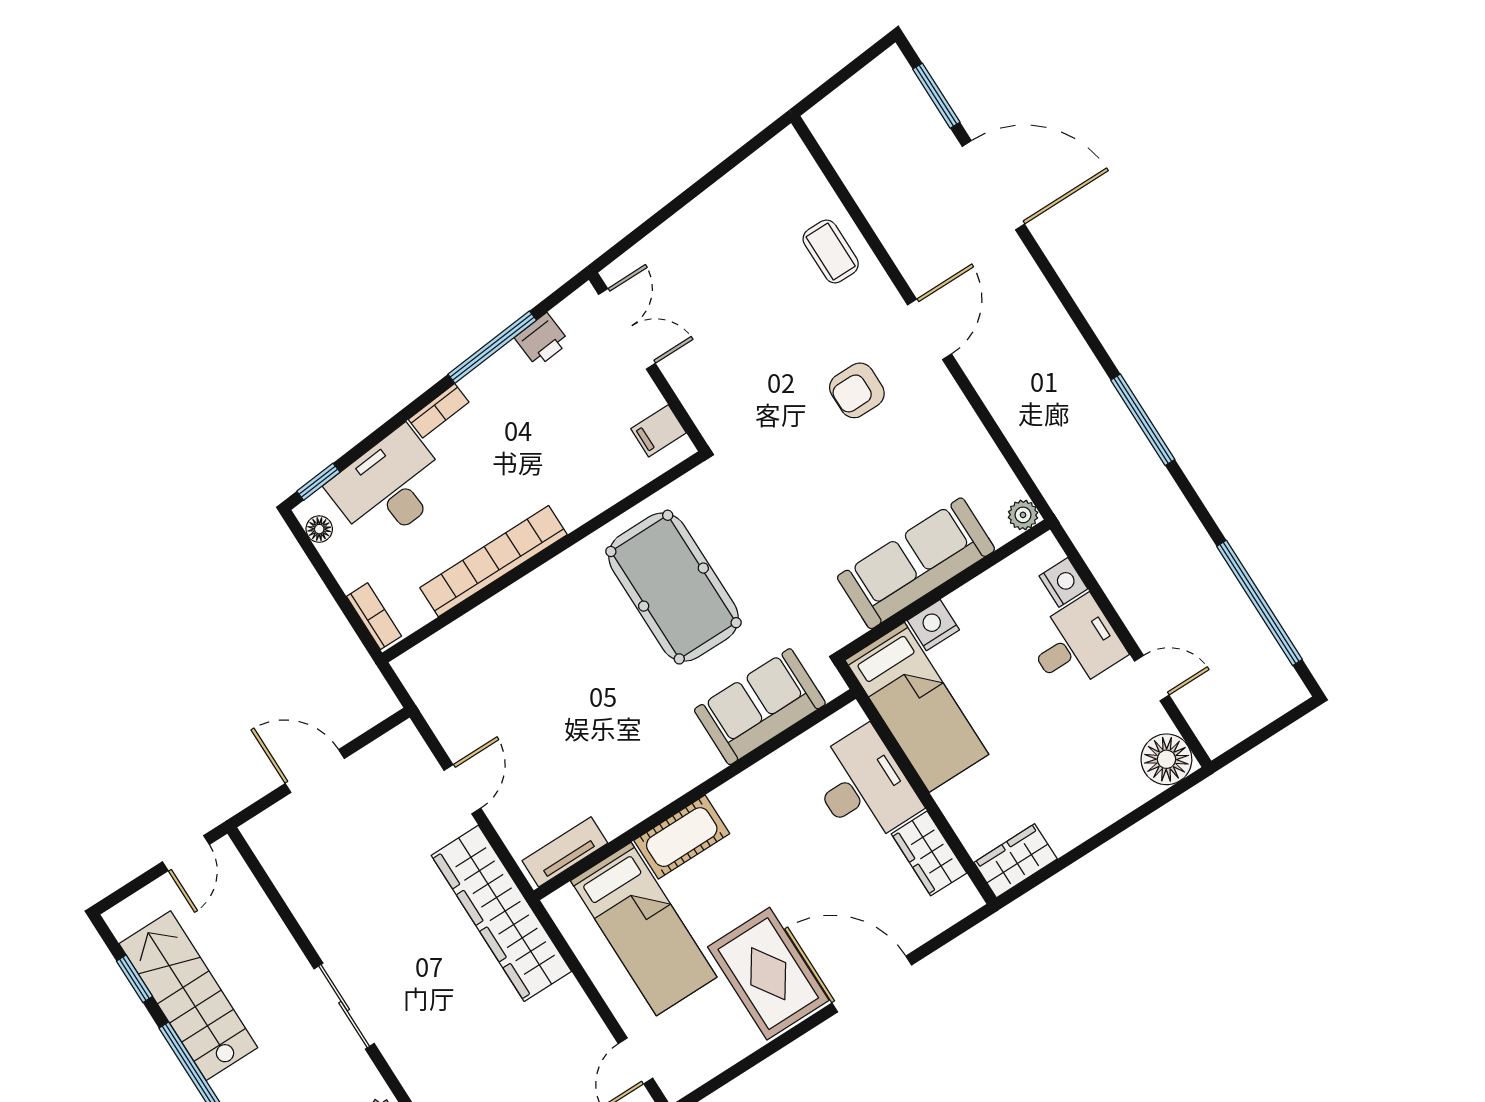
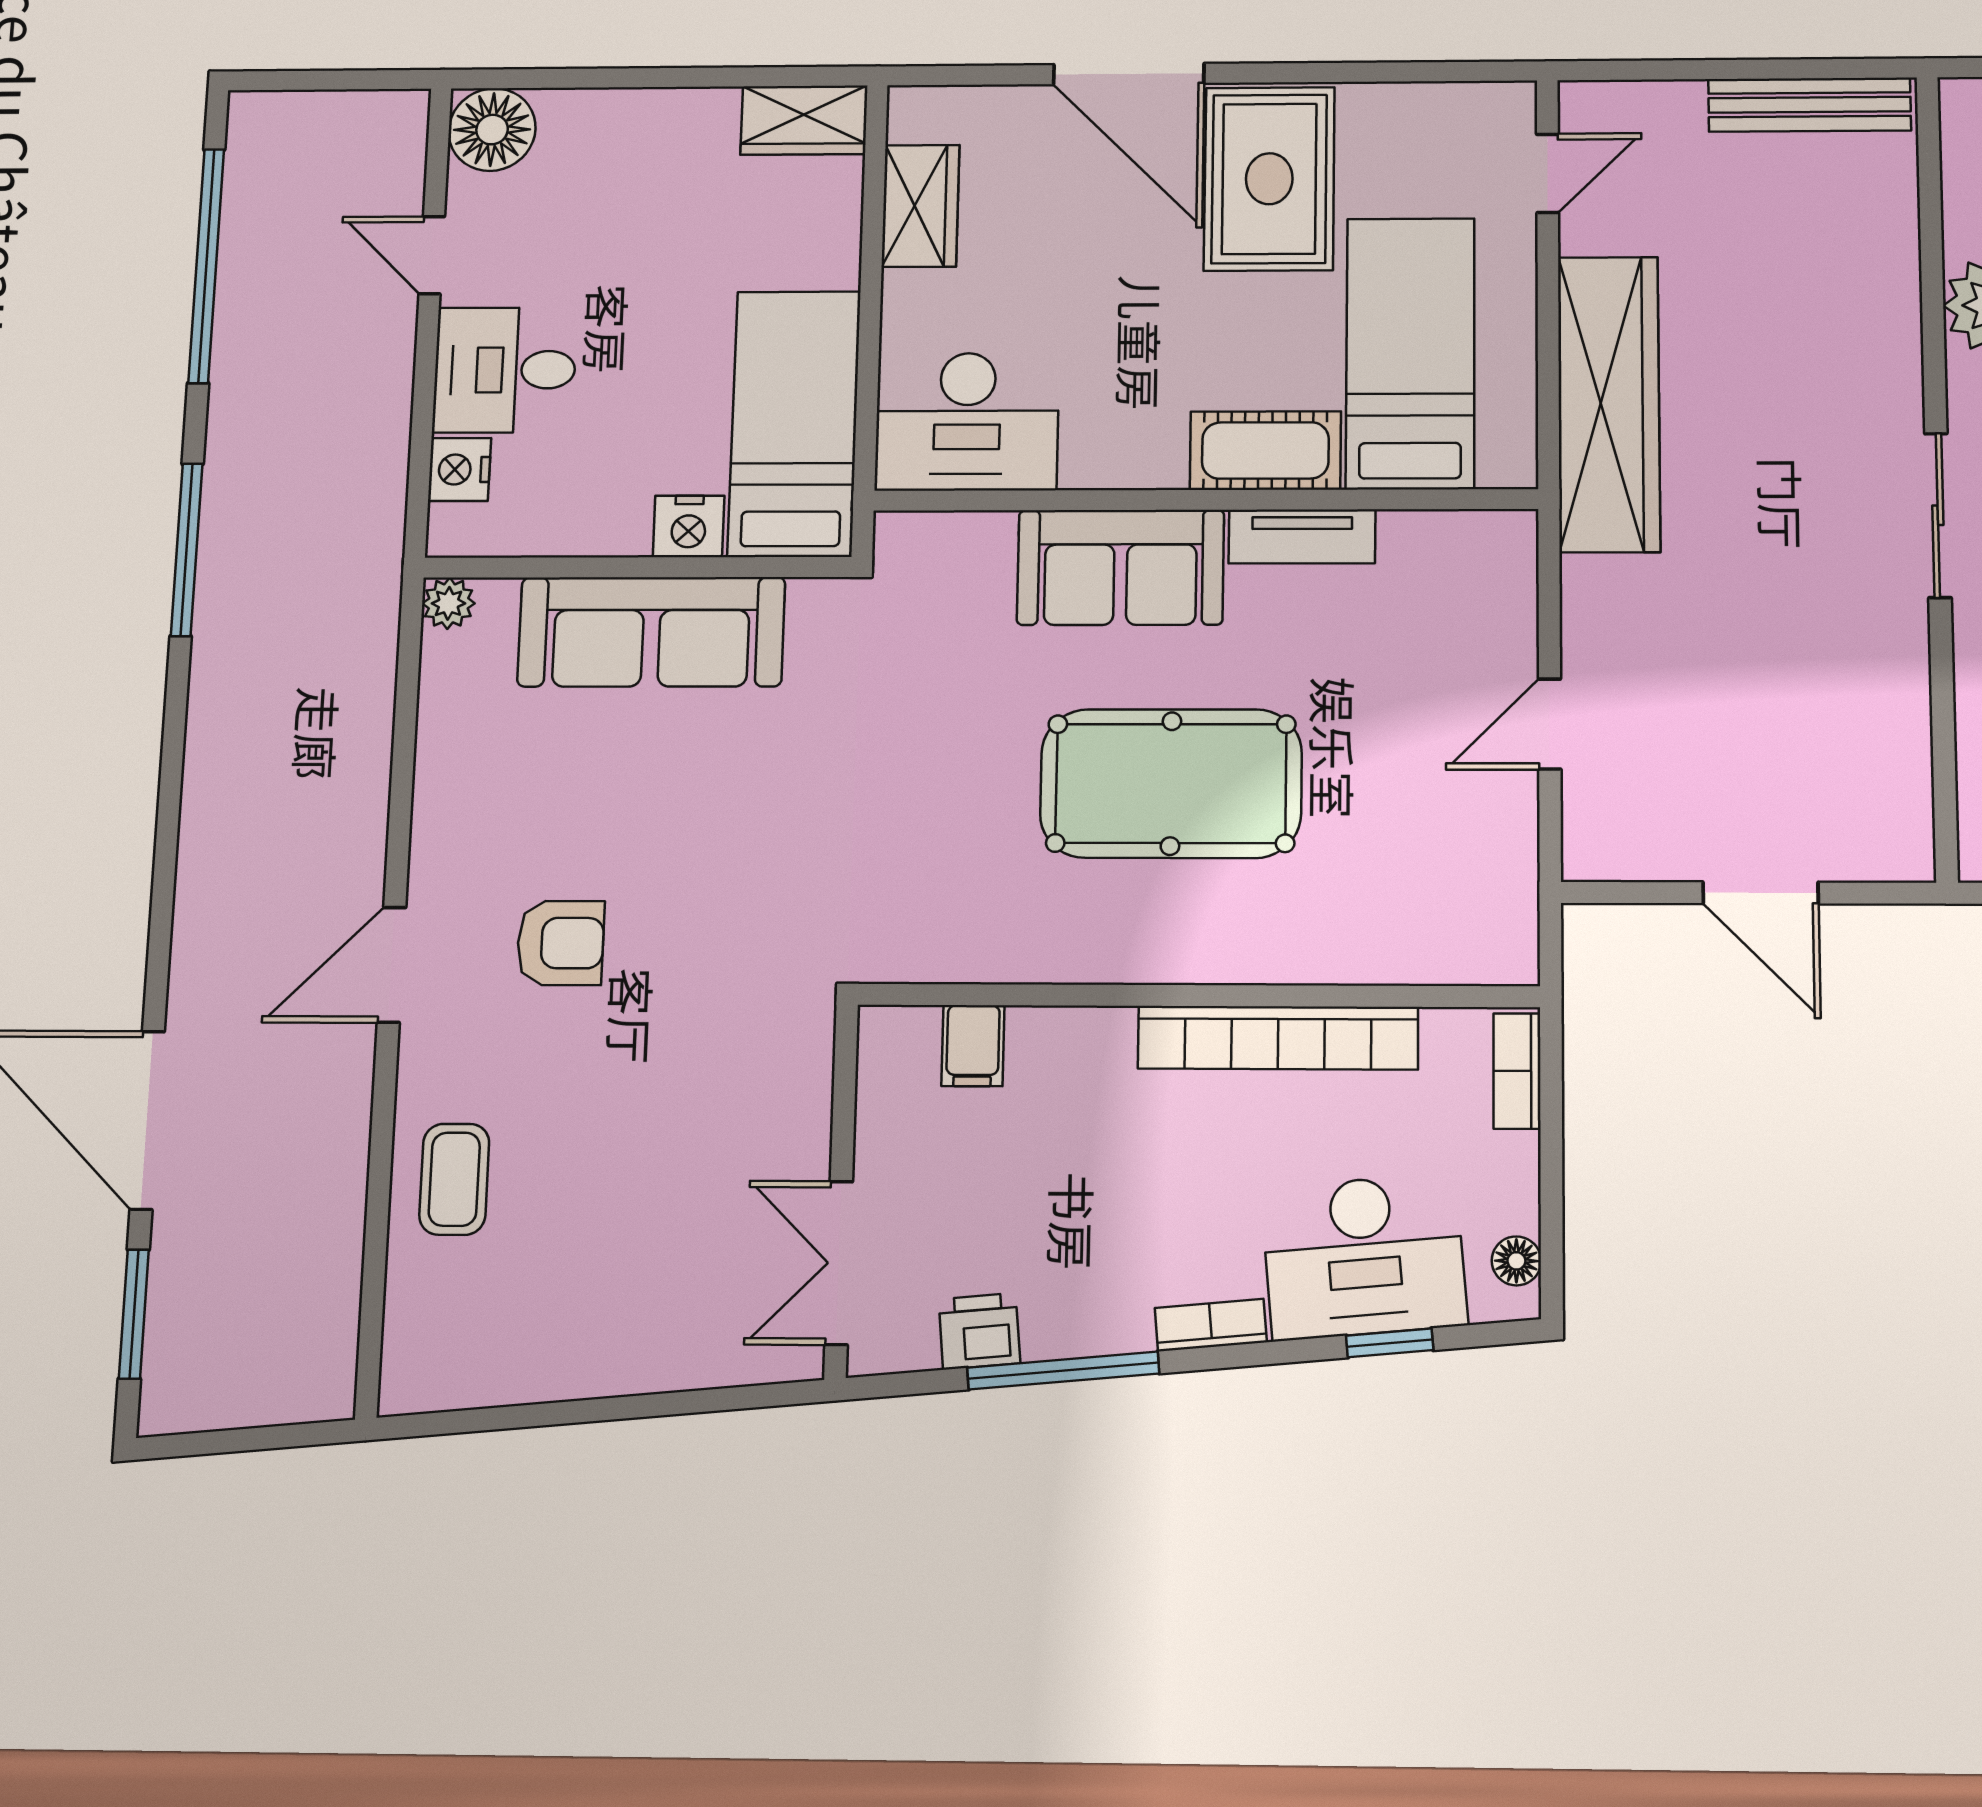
window: (1143, 420) -> (187, 550), moved
filing cabinet: (658, 431) -> (973, 1046), moved, turned 90
window: (318, 482) -> (1390, 1343), moved
pool table: (673, 587) -> (1171, 784), moved, turned 90
sofa: (760, 707) -> (1121, 567), moved
desk: (864, 786) -> (967, 422), moved, turned -90
tv unit: (565, 852) -> (1302, 536), moved
wardrobe: (501, 913) -> (1609, 404), moved

